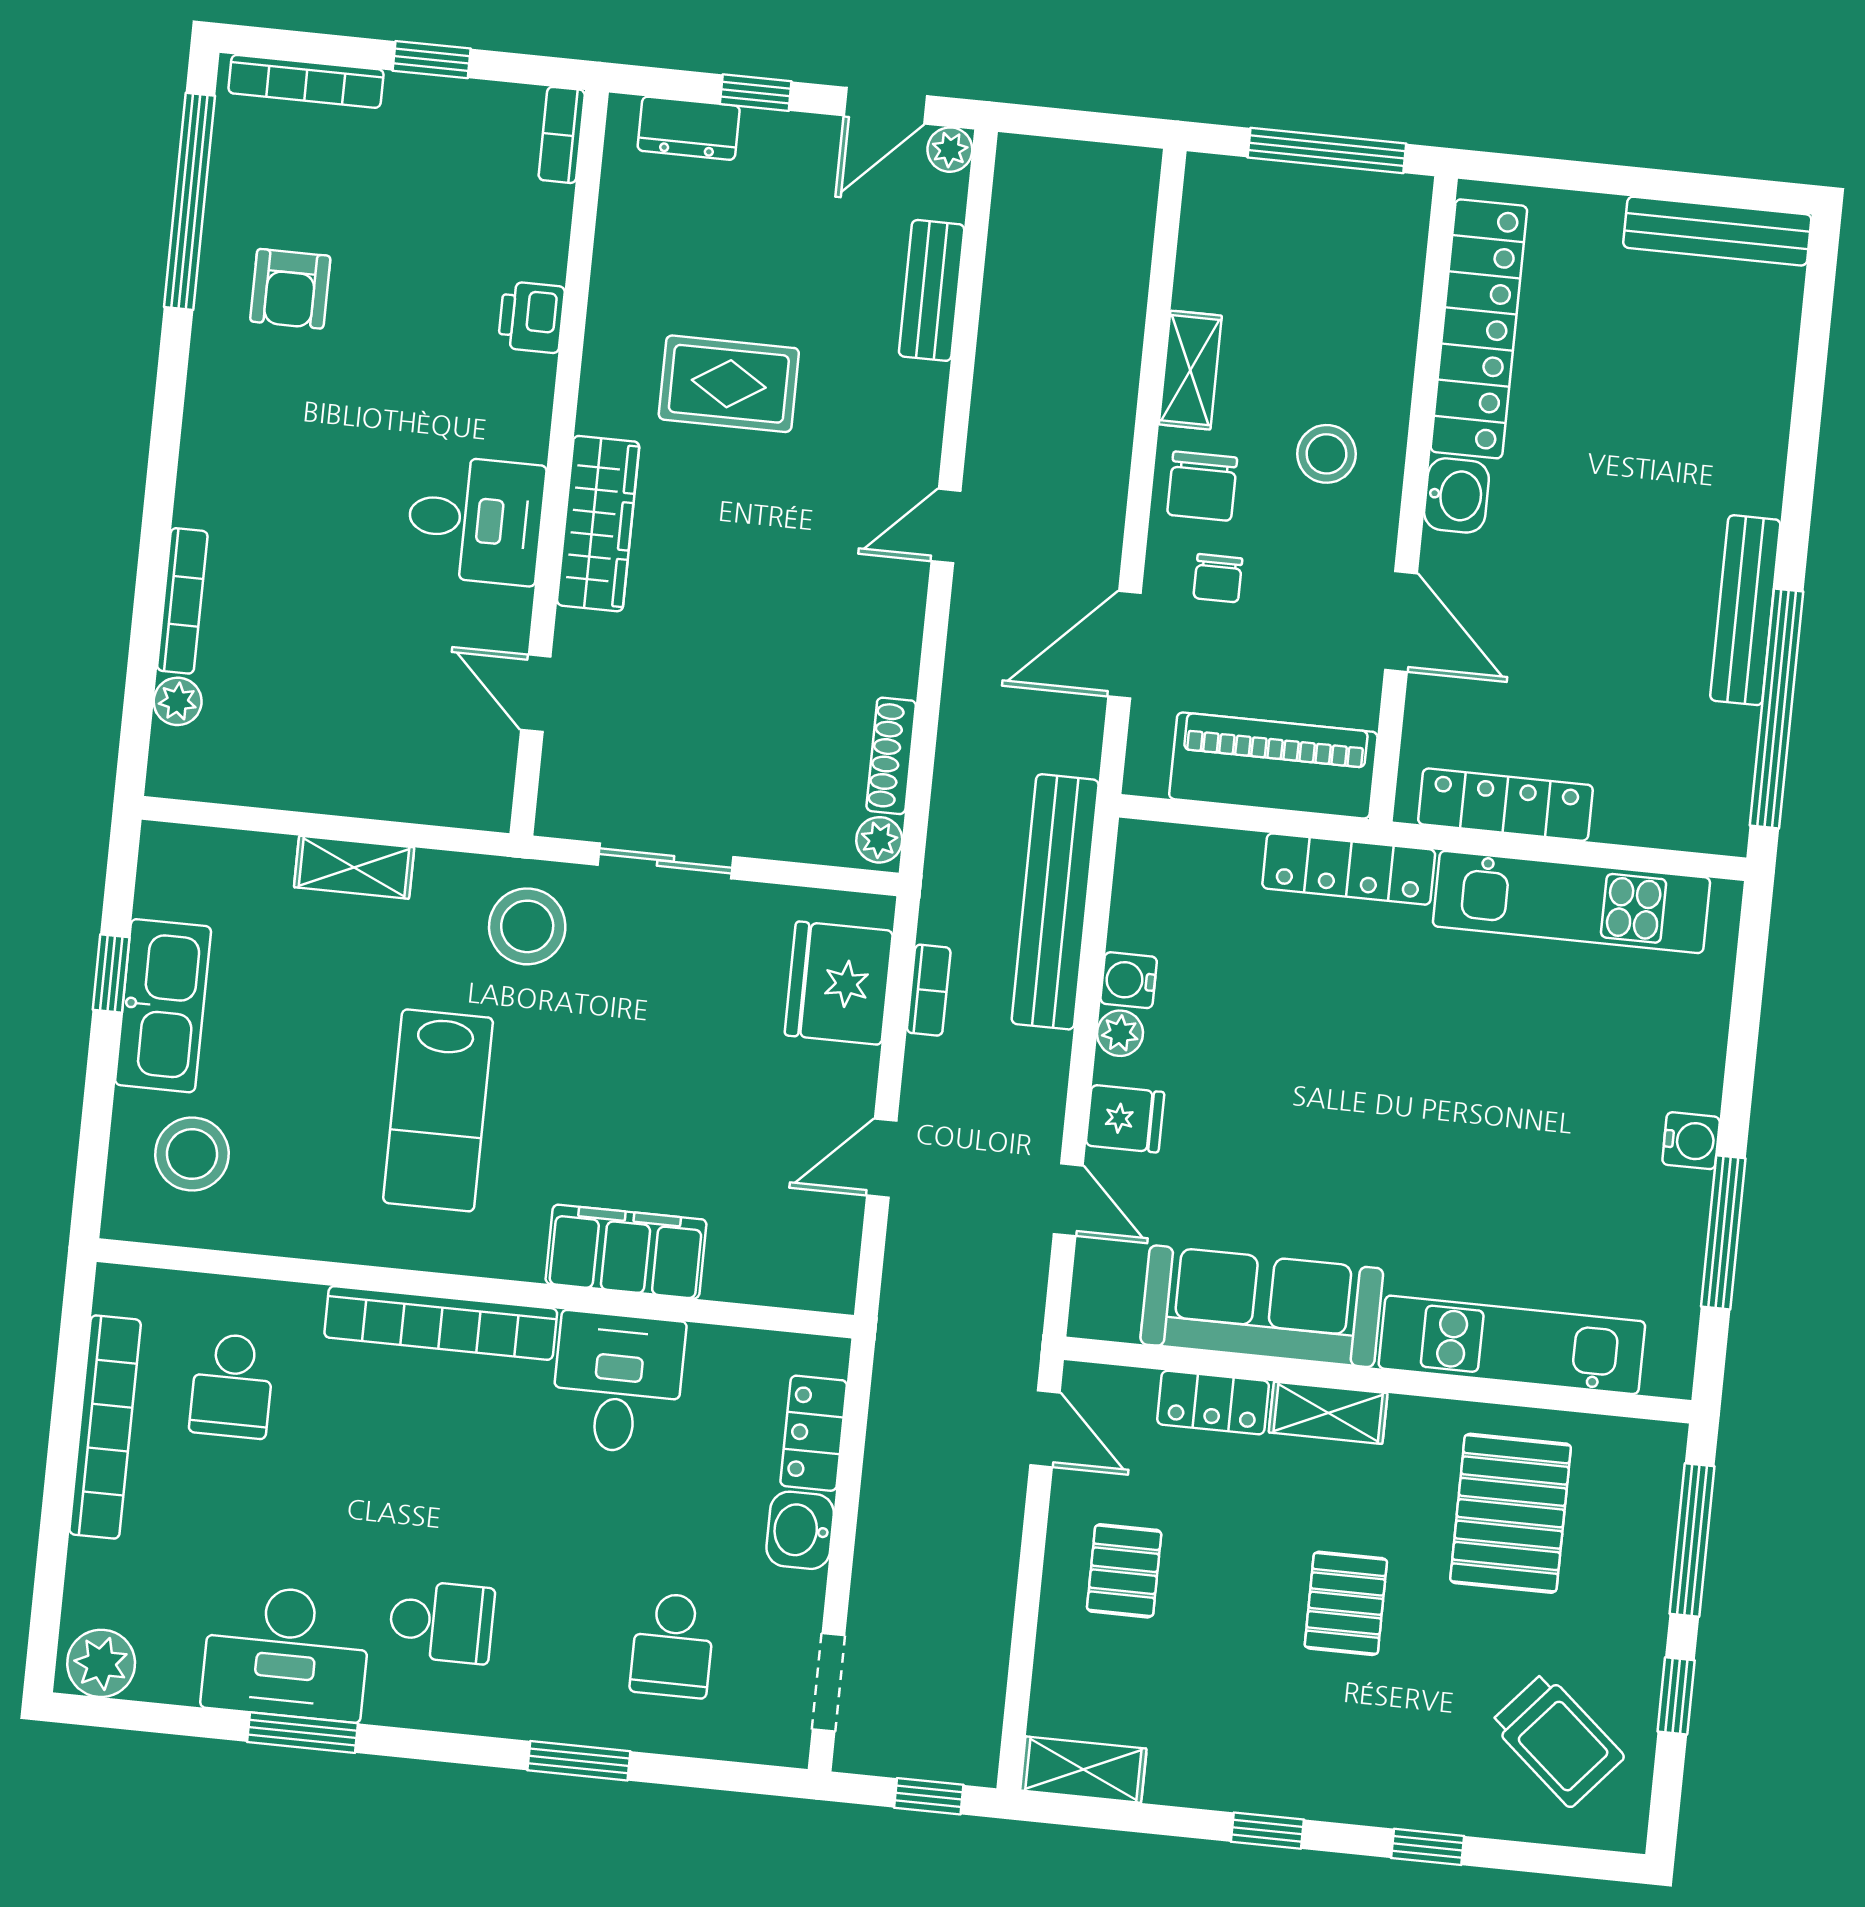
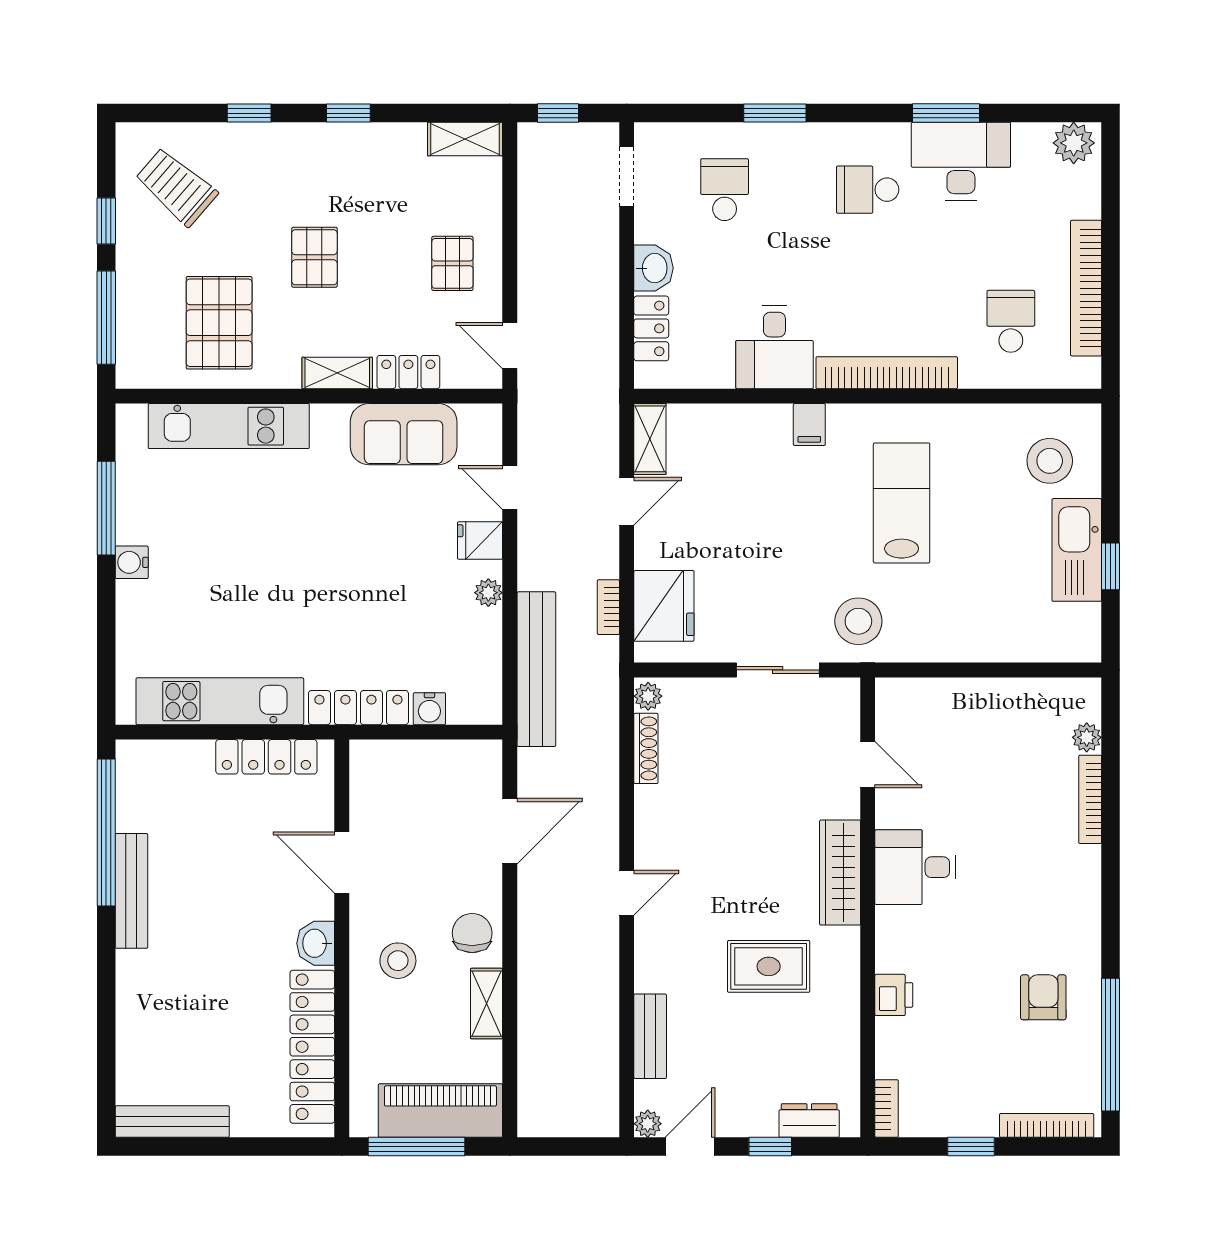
chair: (1218, 578) -> (457, 878), removed
piano: (1273, 765) -> (440, 1111), moved, turned 180
shelving: (354, 867) -> (650, 439), moved, turned 90
water cooler: (1129, 980) -> (429, 709), moved, turned 90
filing cabinet: (626, 1252) -> (809, 425), width x0.33, depth x0.86
sofa: (1262, 1306) -> (404, 434), width x0.73

